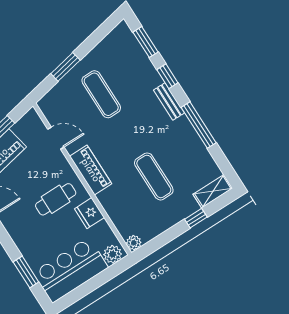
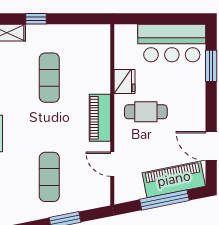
plant: (134, 243) -> (103, 32), removed
plant: (113, 254) -> (127, 34), removed

